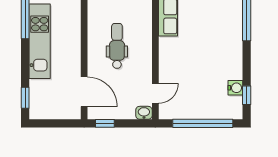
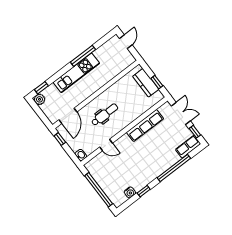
door: (155, 93) -> (106, 145), moved
window: (247, 95) -> (144, 191), moved
plant: (38, 111) -> (39, 99), added

